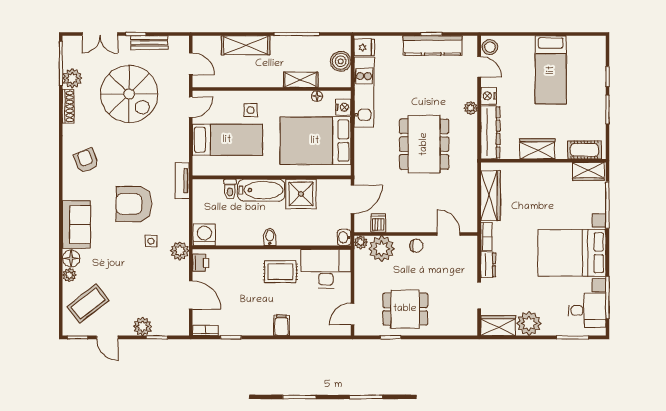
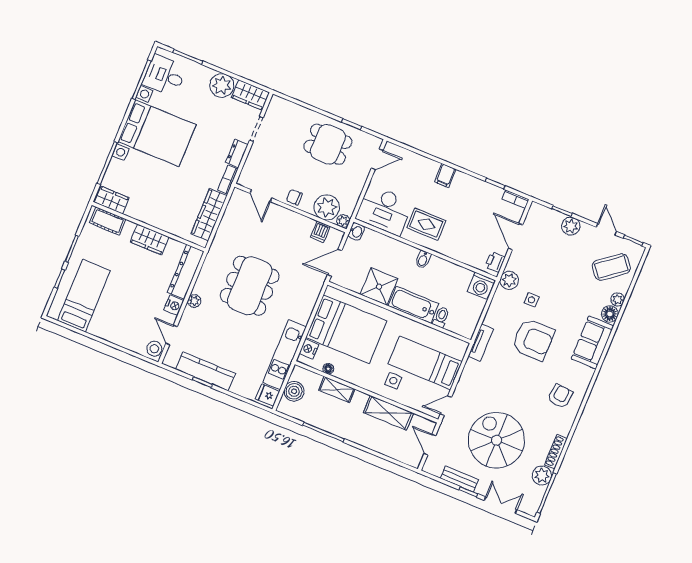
shelving: (246, 45) -> (388, 413), moved
bed: (551, 70) -> (84, 296), moved
armchair: (86, 161) -> (560, 396), turned -152

